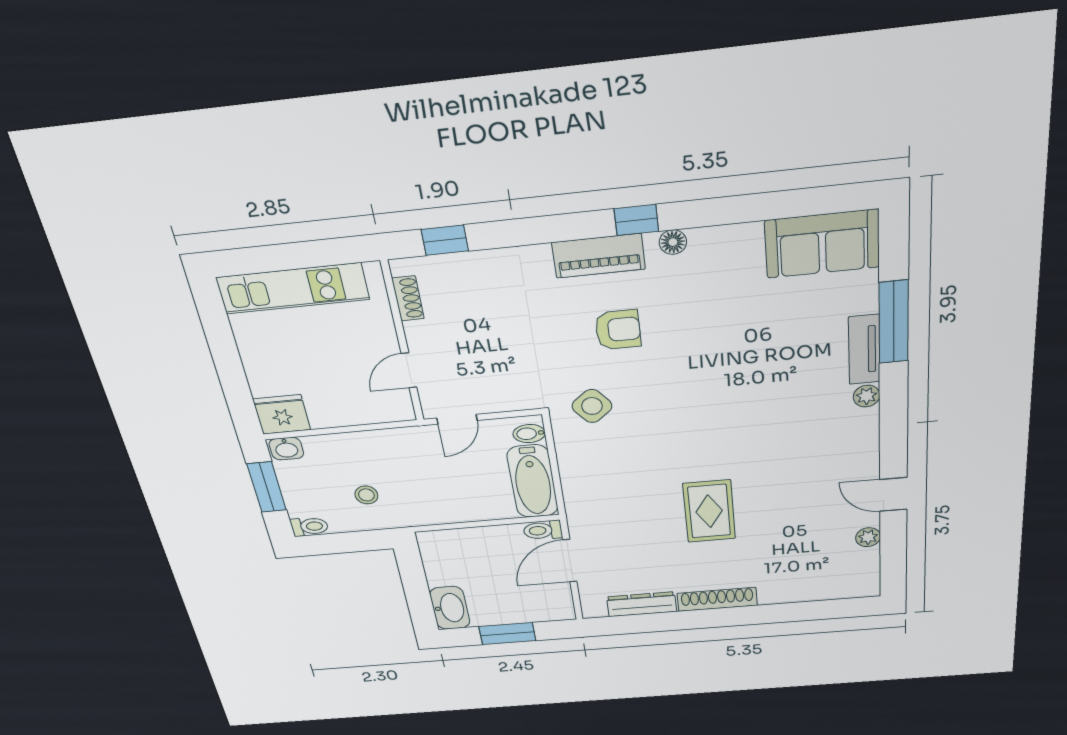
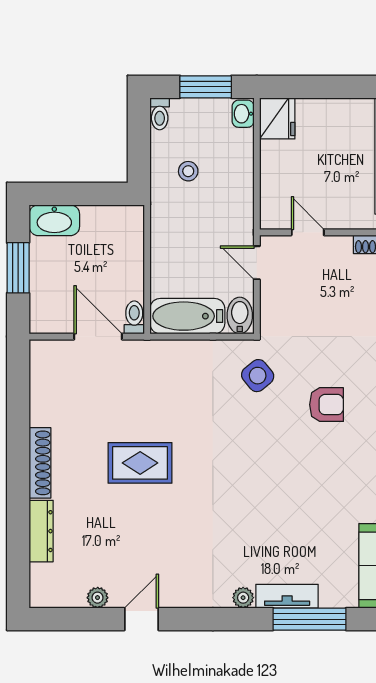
armchair: (618, 330) -> (326, 405), turned -90
bidet: (529, 434) -> (240, 315), width x1.38, depth x1.36
dresser: (642, 604) -> (41, 531), moved

